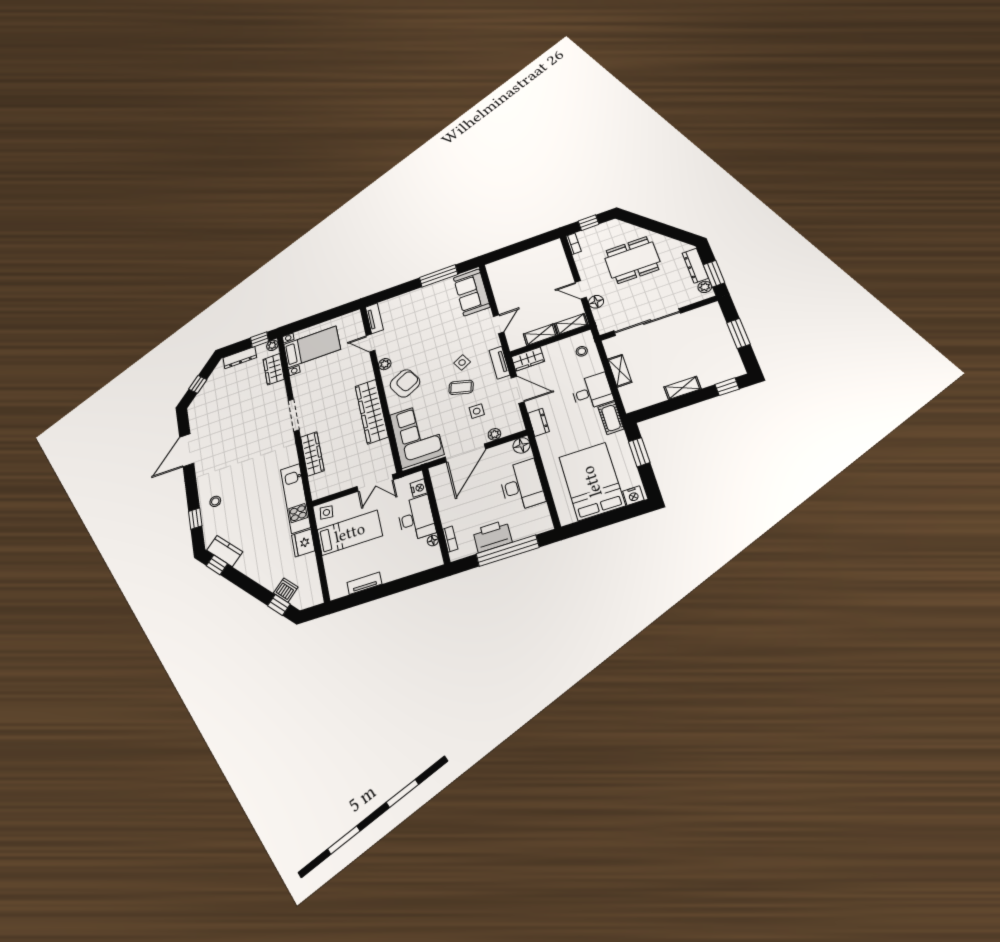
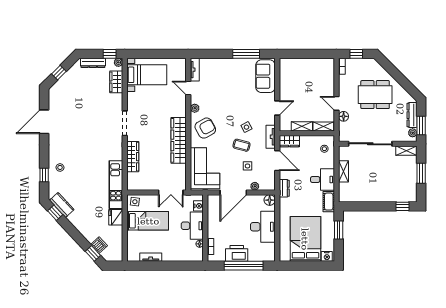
shelving: (682, 388) -> (406, 151), moved

